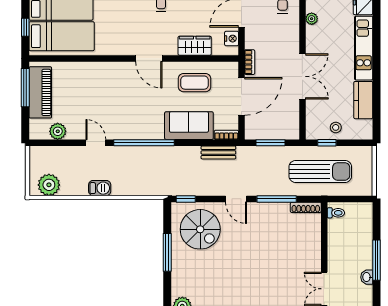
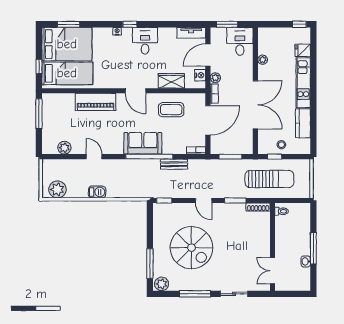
plant: (251, 42) -> (215, 78), added
double door: (302, 76) -> (255, 105), width x1.36
piano: (40, 92) -> (96, 102), moved, turned 90
sofa: (189, 126) -> (143, 143), moved
window: (144, 143) -> (149, 157), moved
bench: (218, 152) -> (174, 164), moved
window: (277, 199) -> (235, 201), width x0.69
spiral stairs: (200, 229) -> (191, 248), moved, width x1.37, depth x1.37
window: (167, 252) -> (150, 264), moved

